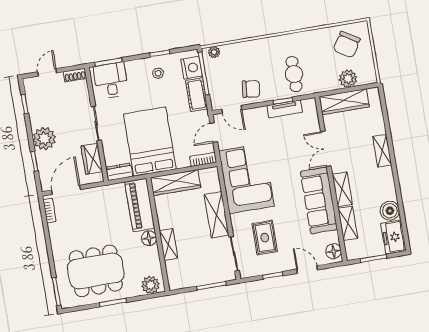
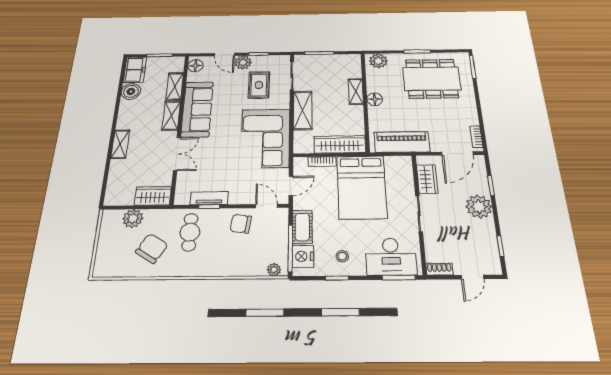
chair: (347, 45) -> (152, 248), moved
desk: (111, 80) -> (391, 257), width x1.37
wardrobe: (344, 102) -> (153, 196), width x0.67
bookcase: (203, 159) -> (322, 162), moved
dresser: (119, 172) -> (398, 163), removed
piano: (140, 205) -> (402, 142), moved, turned -90
plant: (286, 263) -> (243, 62), added

